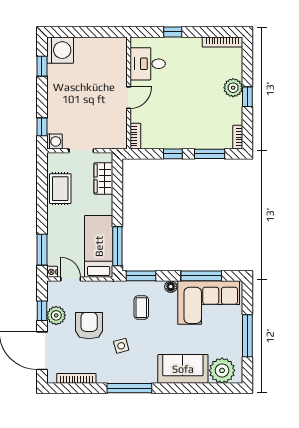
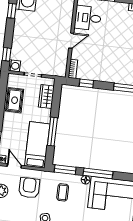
window: (173, 154) -> (86, 83), moved
window: (117, 246) -> (52, 132), moved
window: (201, 276) -> (98, 173), moved
armchair: (89, 326) -> (29, 188), moved

